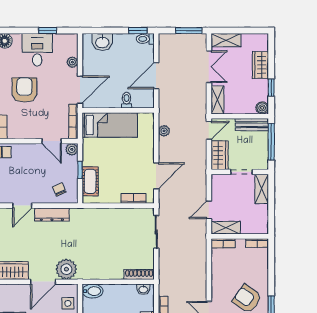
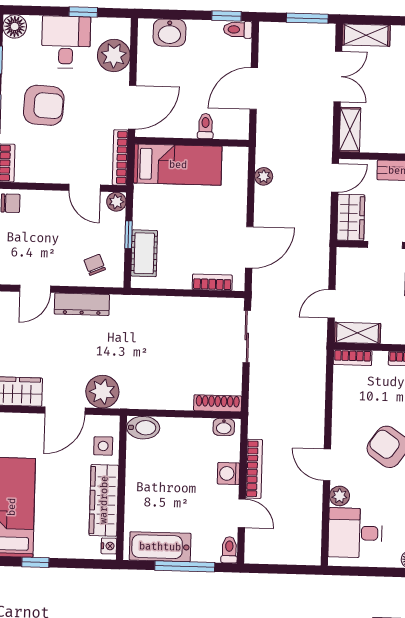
plant: (72, 62) -> (114, 55), width x1.87, depth x1.87
armchair: (24, 90) -> (44, 105), turned 93

